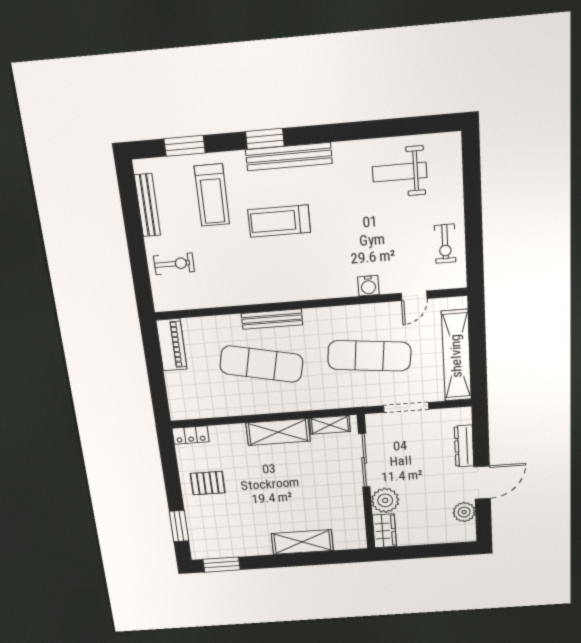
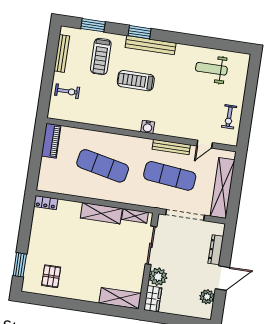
water cooler: (368, 286) -> (148, 127), moved
bench: (272, 319) -> (171, 147), moved
doorway: (406, 407) -> (185, 215), width x1.36
pallet: (208, 483) -> (51, 276), moved, turned 90
shelving: (302, 542) -> (120, 298), moved
window: (222, 565) -> (40, 300), removed

